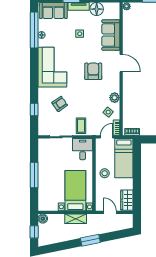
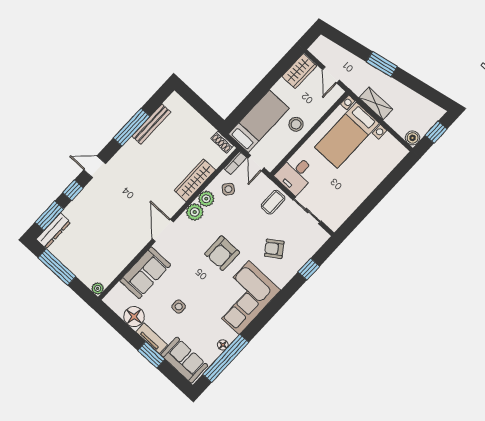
armchair: (93, 71) -> (222, 253), moved
plant: (114, 86) -> (195, 212), added
wardrobe: (128, 101) -> (195, 180), added
door: (106, 137) -> (256, 163), hinge flipped
window: (34, 175) -> (377, 196), removed

